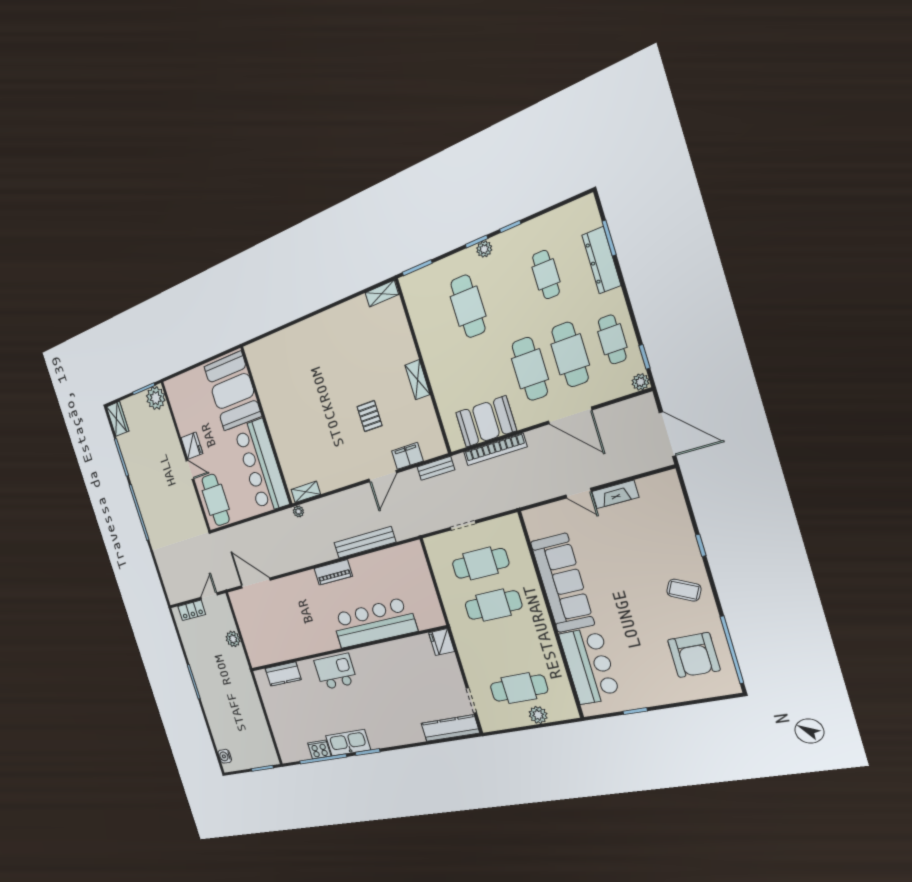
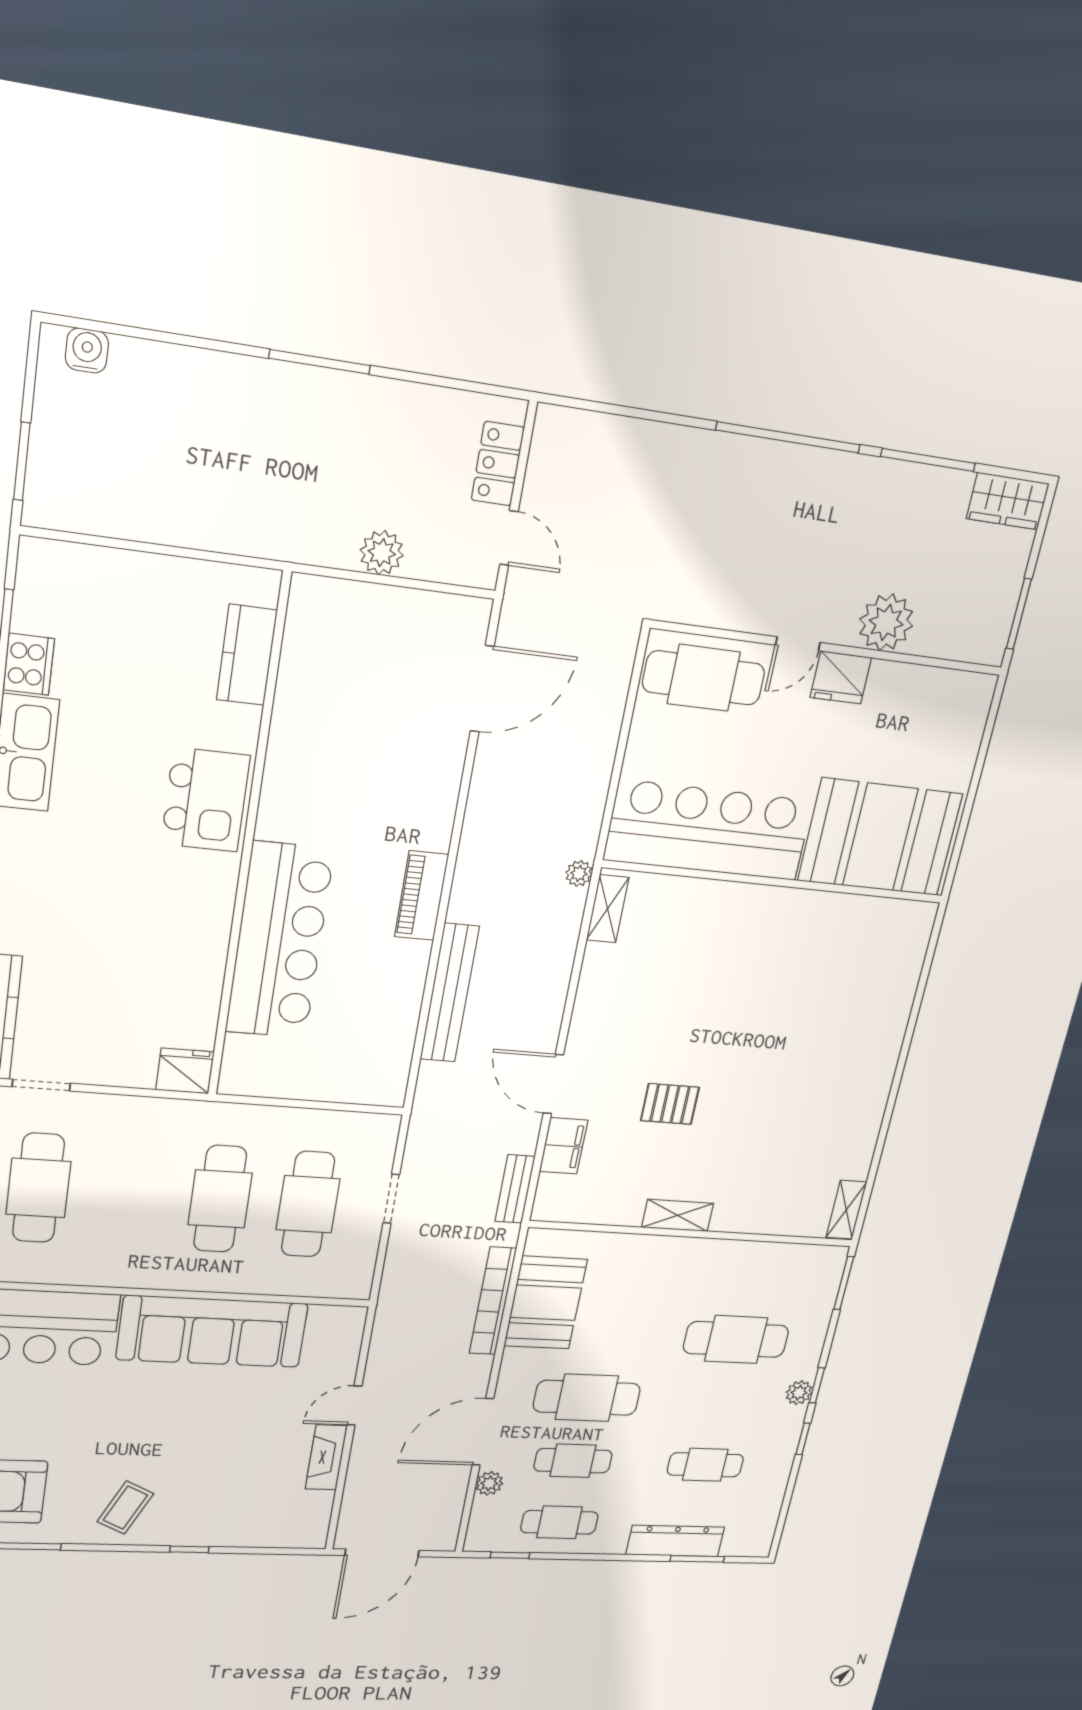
cafe table: (570, 354) -> (573, 1461), width x0.73, depth x0.74
plant: (640, 382) -> (489, 1483), moved
plant: (156, 398) -> (886, 622), moved

